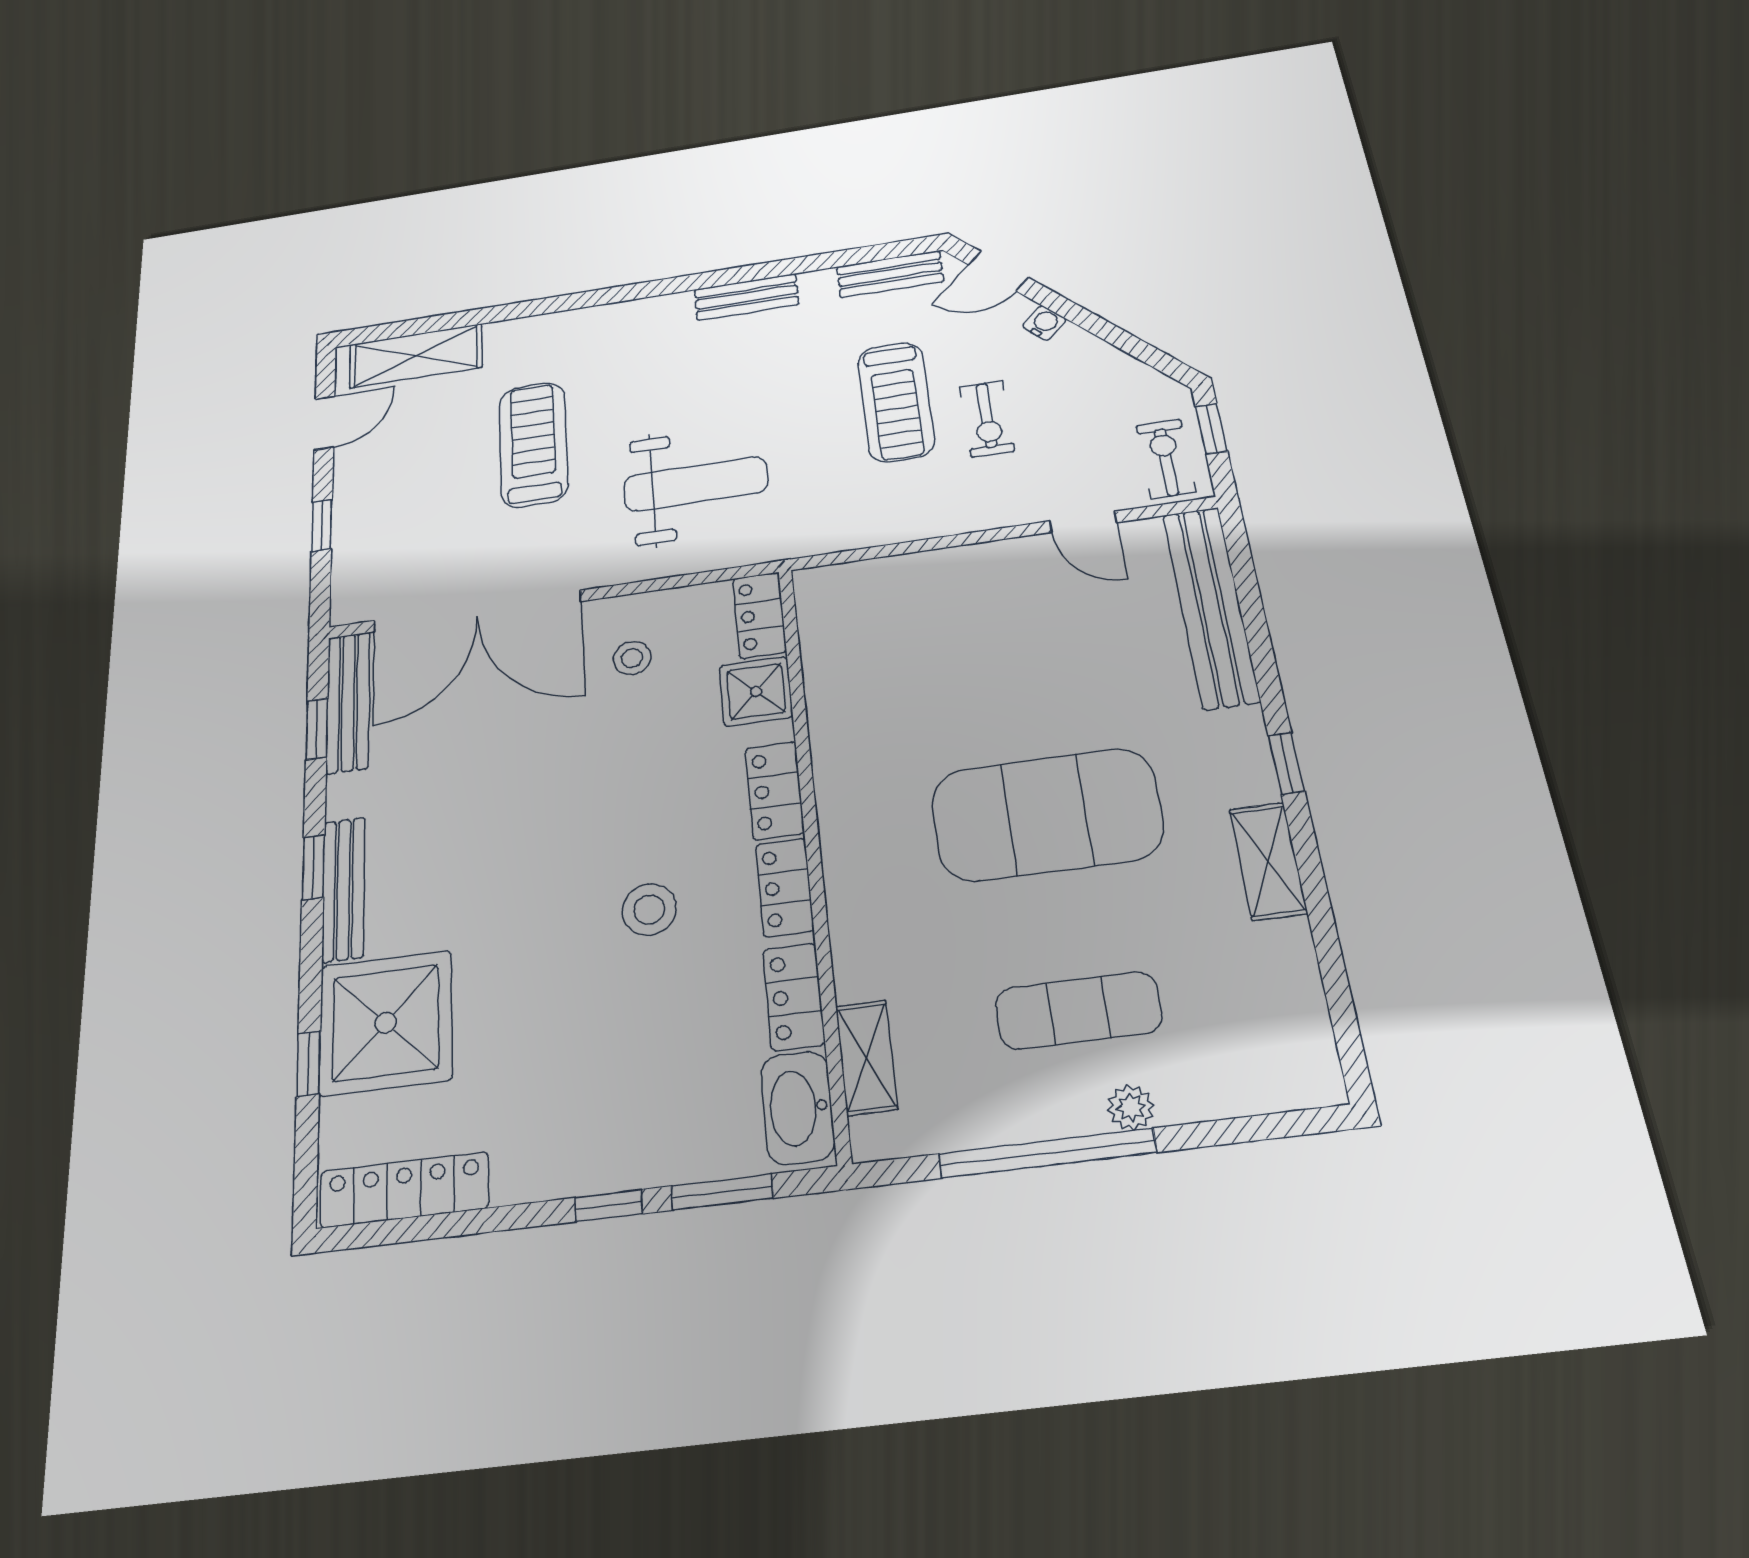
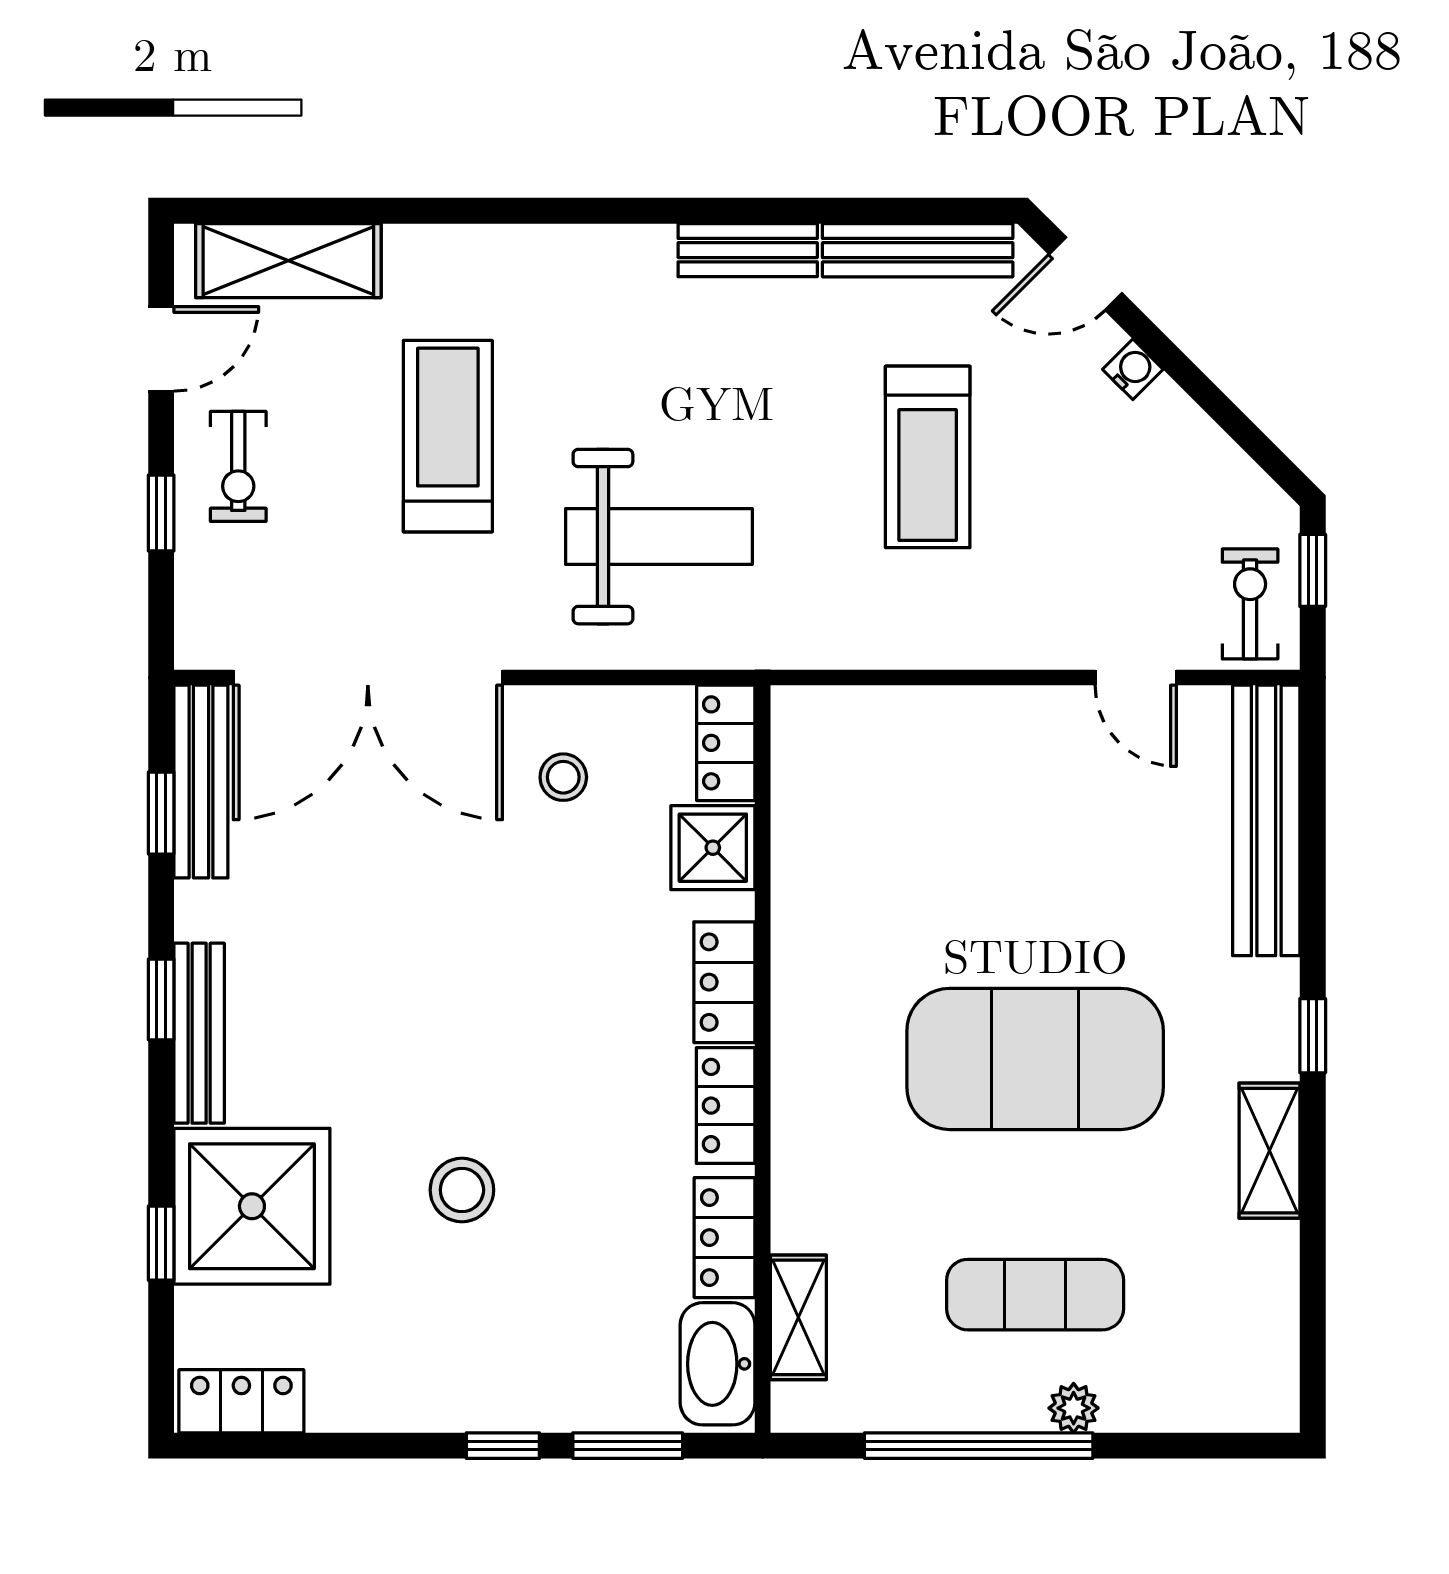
bench: (890, 274) -> (918, 250), width x1.36
exercise bike: (987, 419) -> (238, 466), moved
stool: (649, 910) -> (462, 1190), moved
locker: (404, 1190) -> (241, 1401), width x0.66

